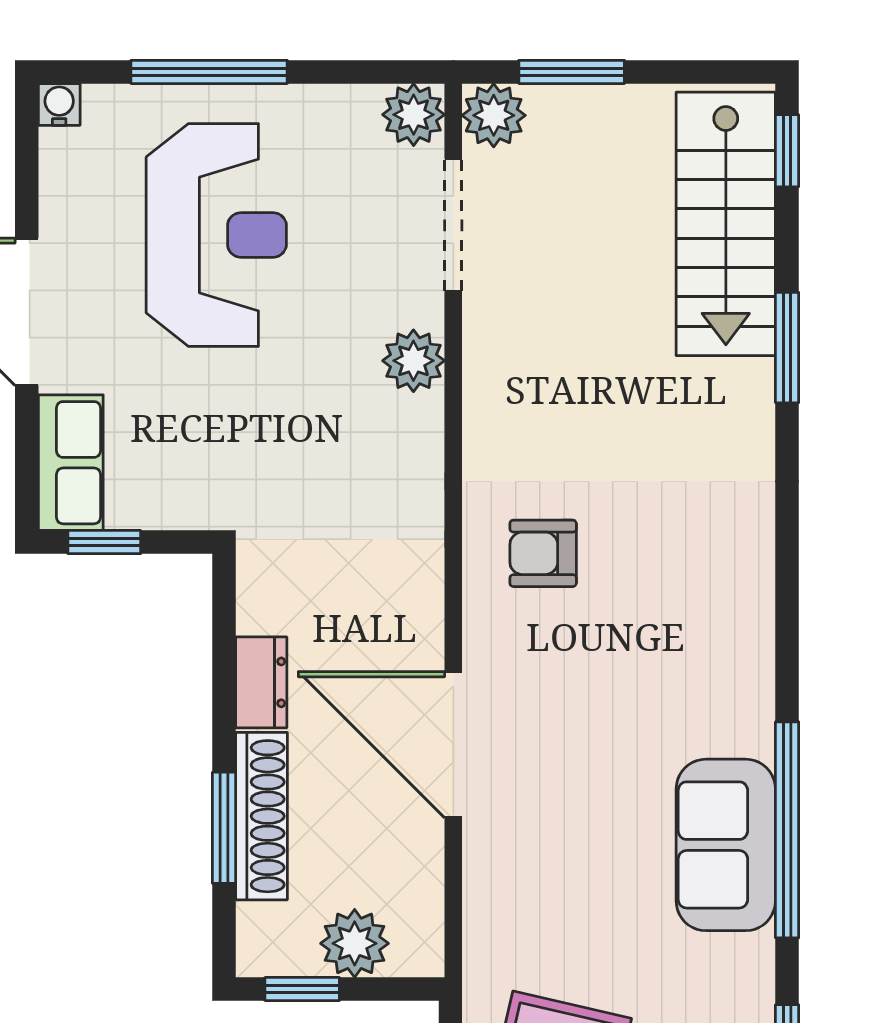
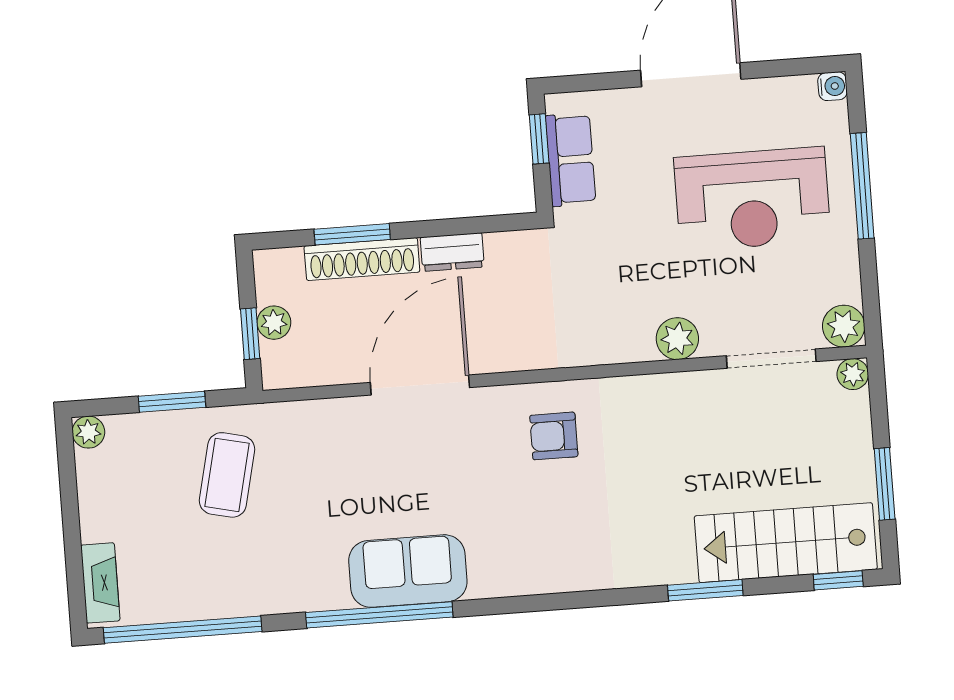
window: (572, 72) -> (885, 484), moved
plant: (494, 115) -> (853, 374), width x0.73, depth x0.73
row of seats: (71, 463) -> (571, 160), moved, turned -90
armchair: (543, 553) -> (554, 436), turned -90
sofa: (726, 845) -> (408, 571), moved
plant: (355, 943) -> (274, 323), width x0.73, depth x0.73
window: (302, 989) -> (250, 334), moved

